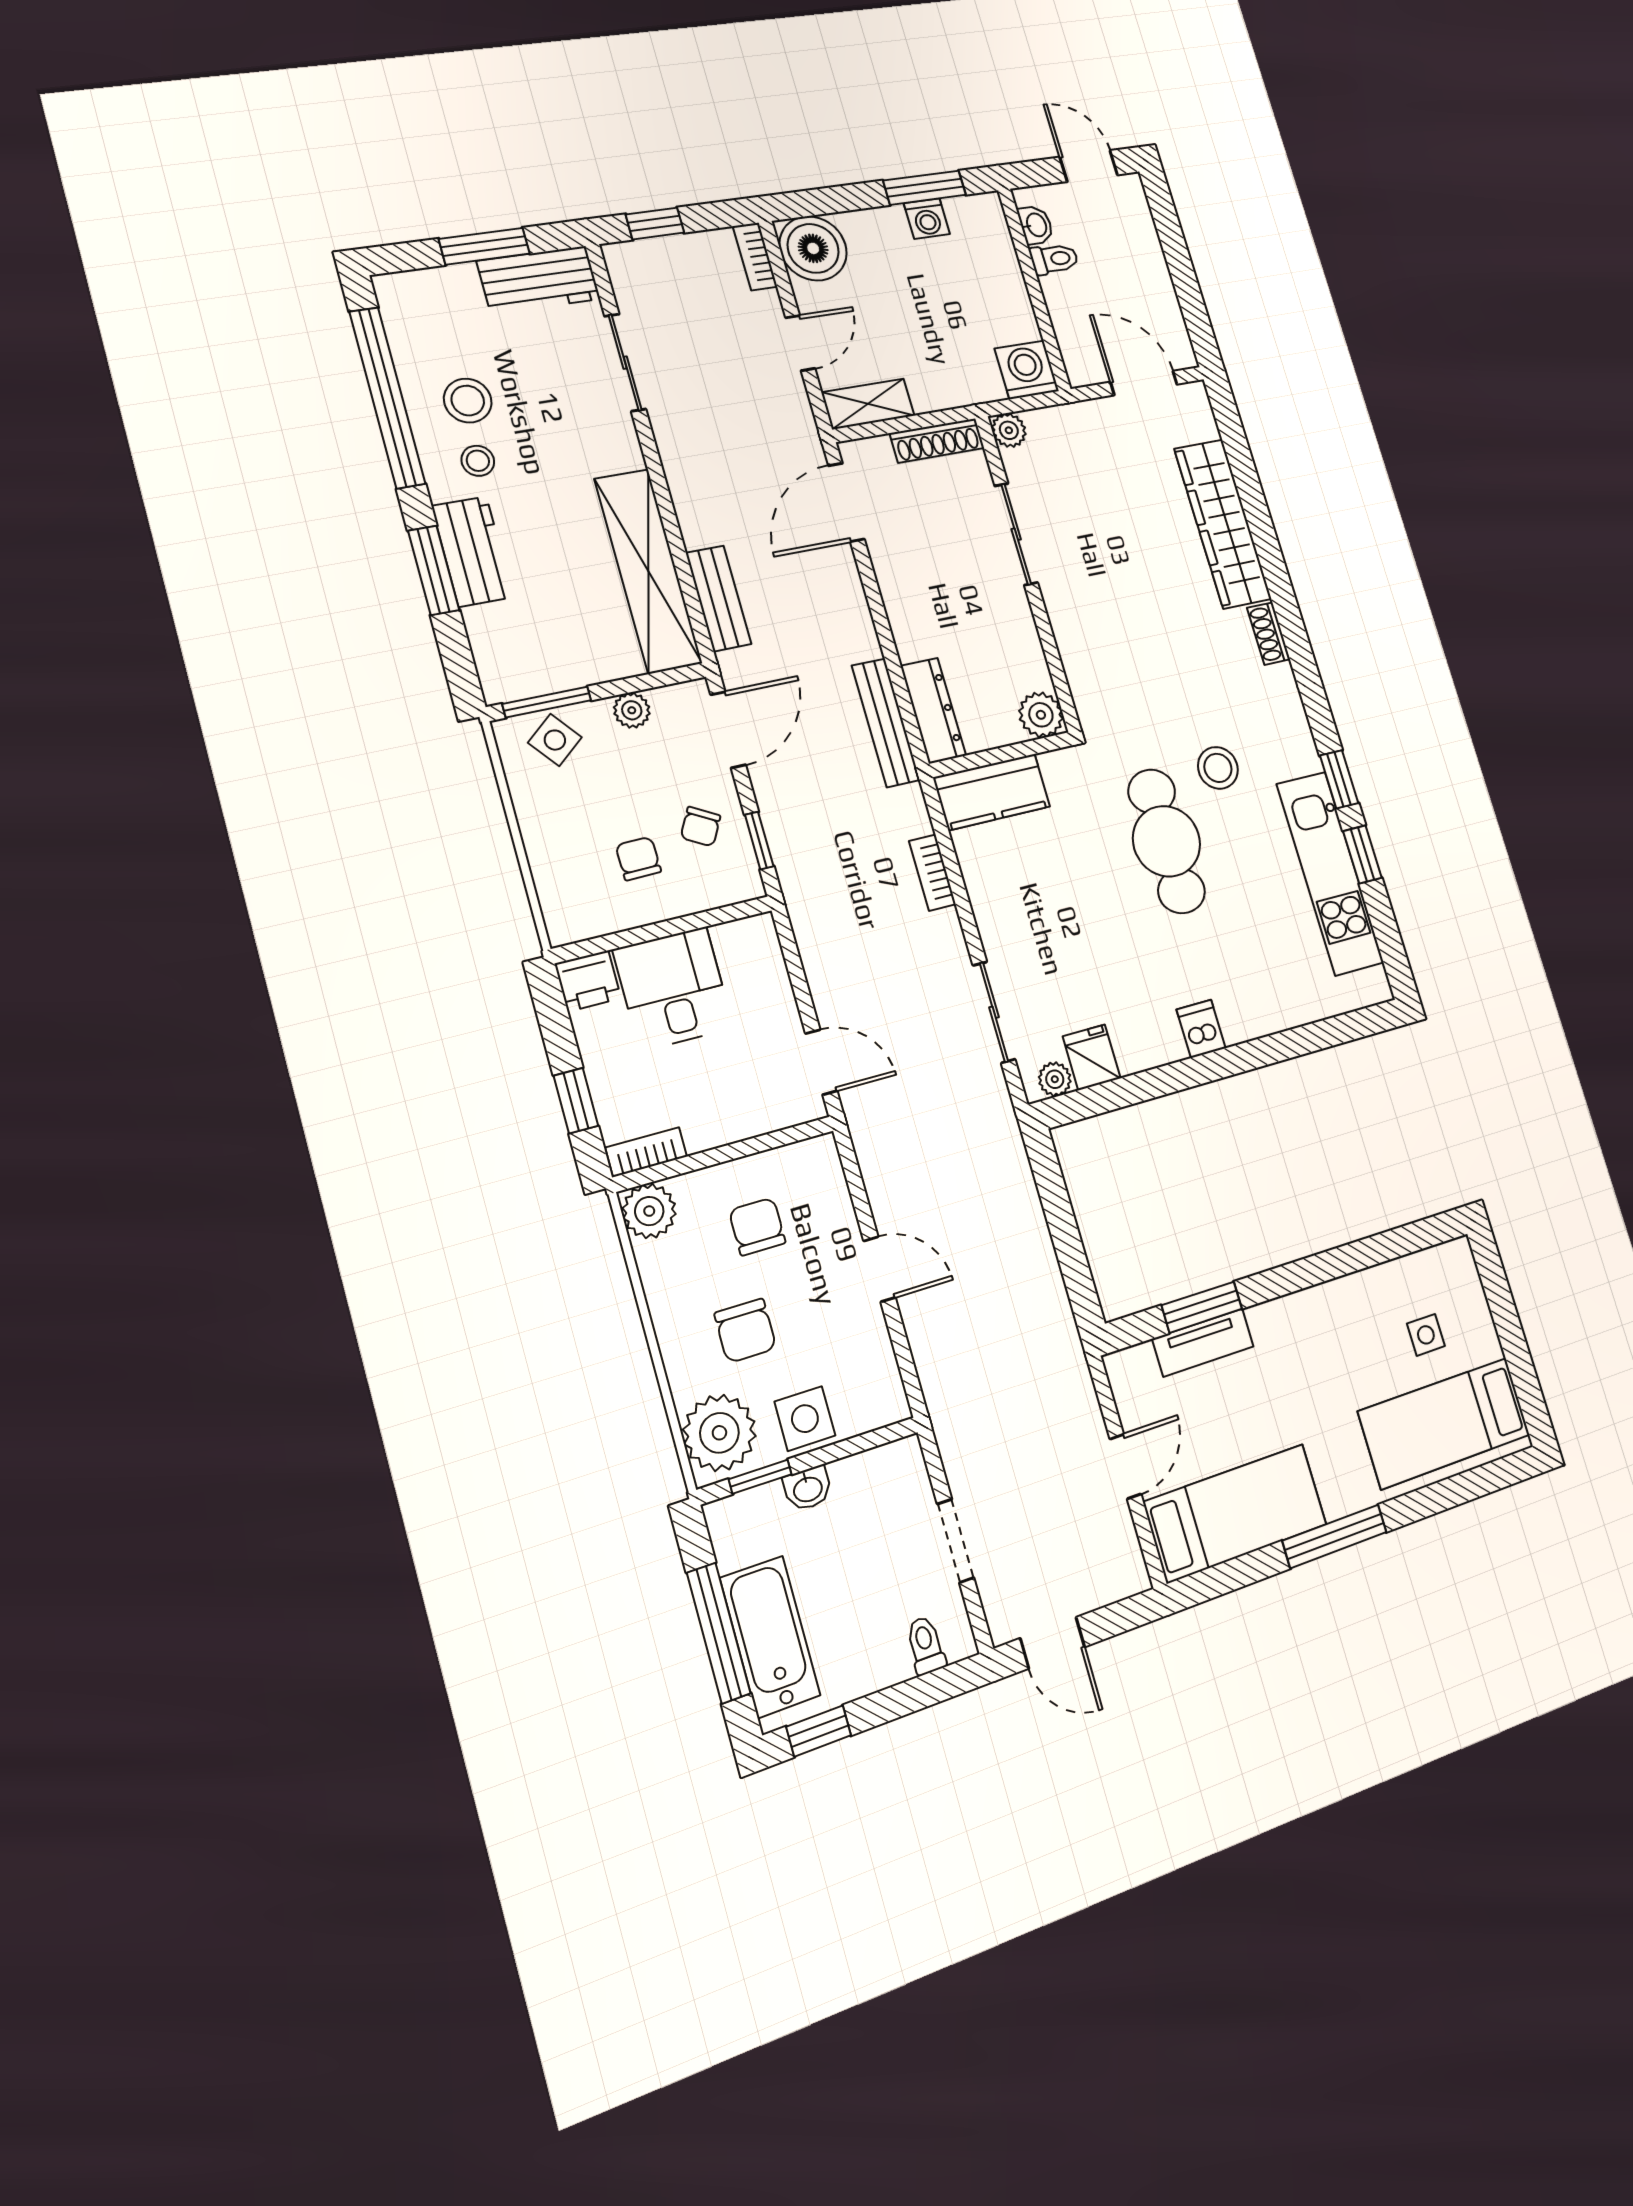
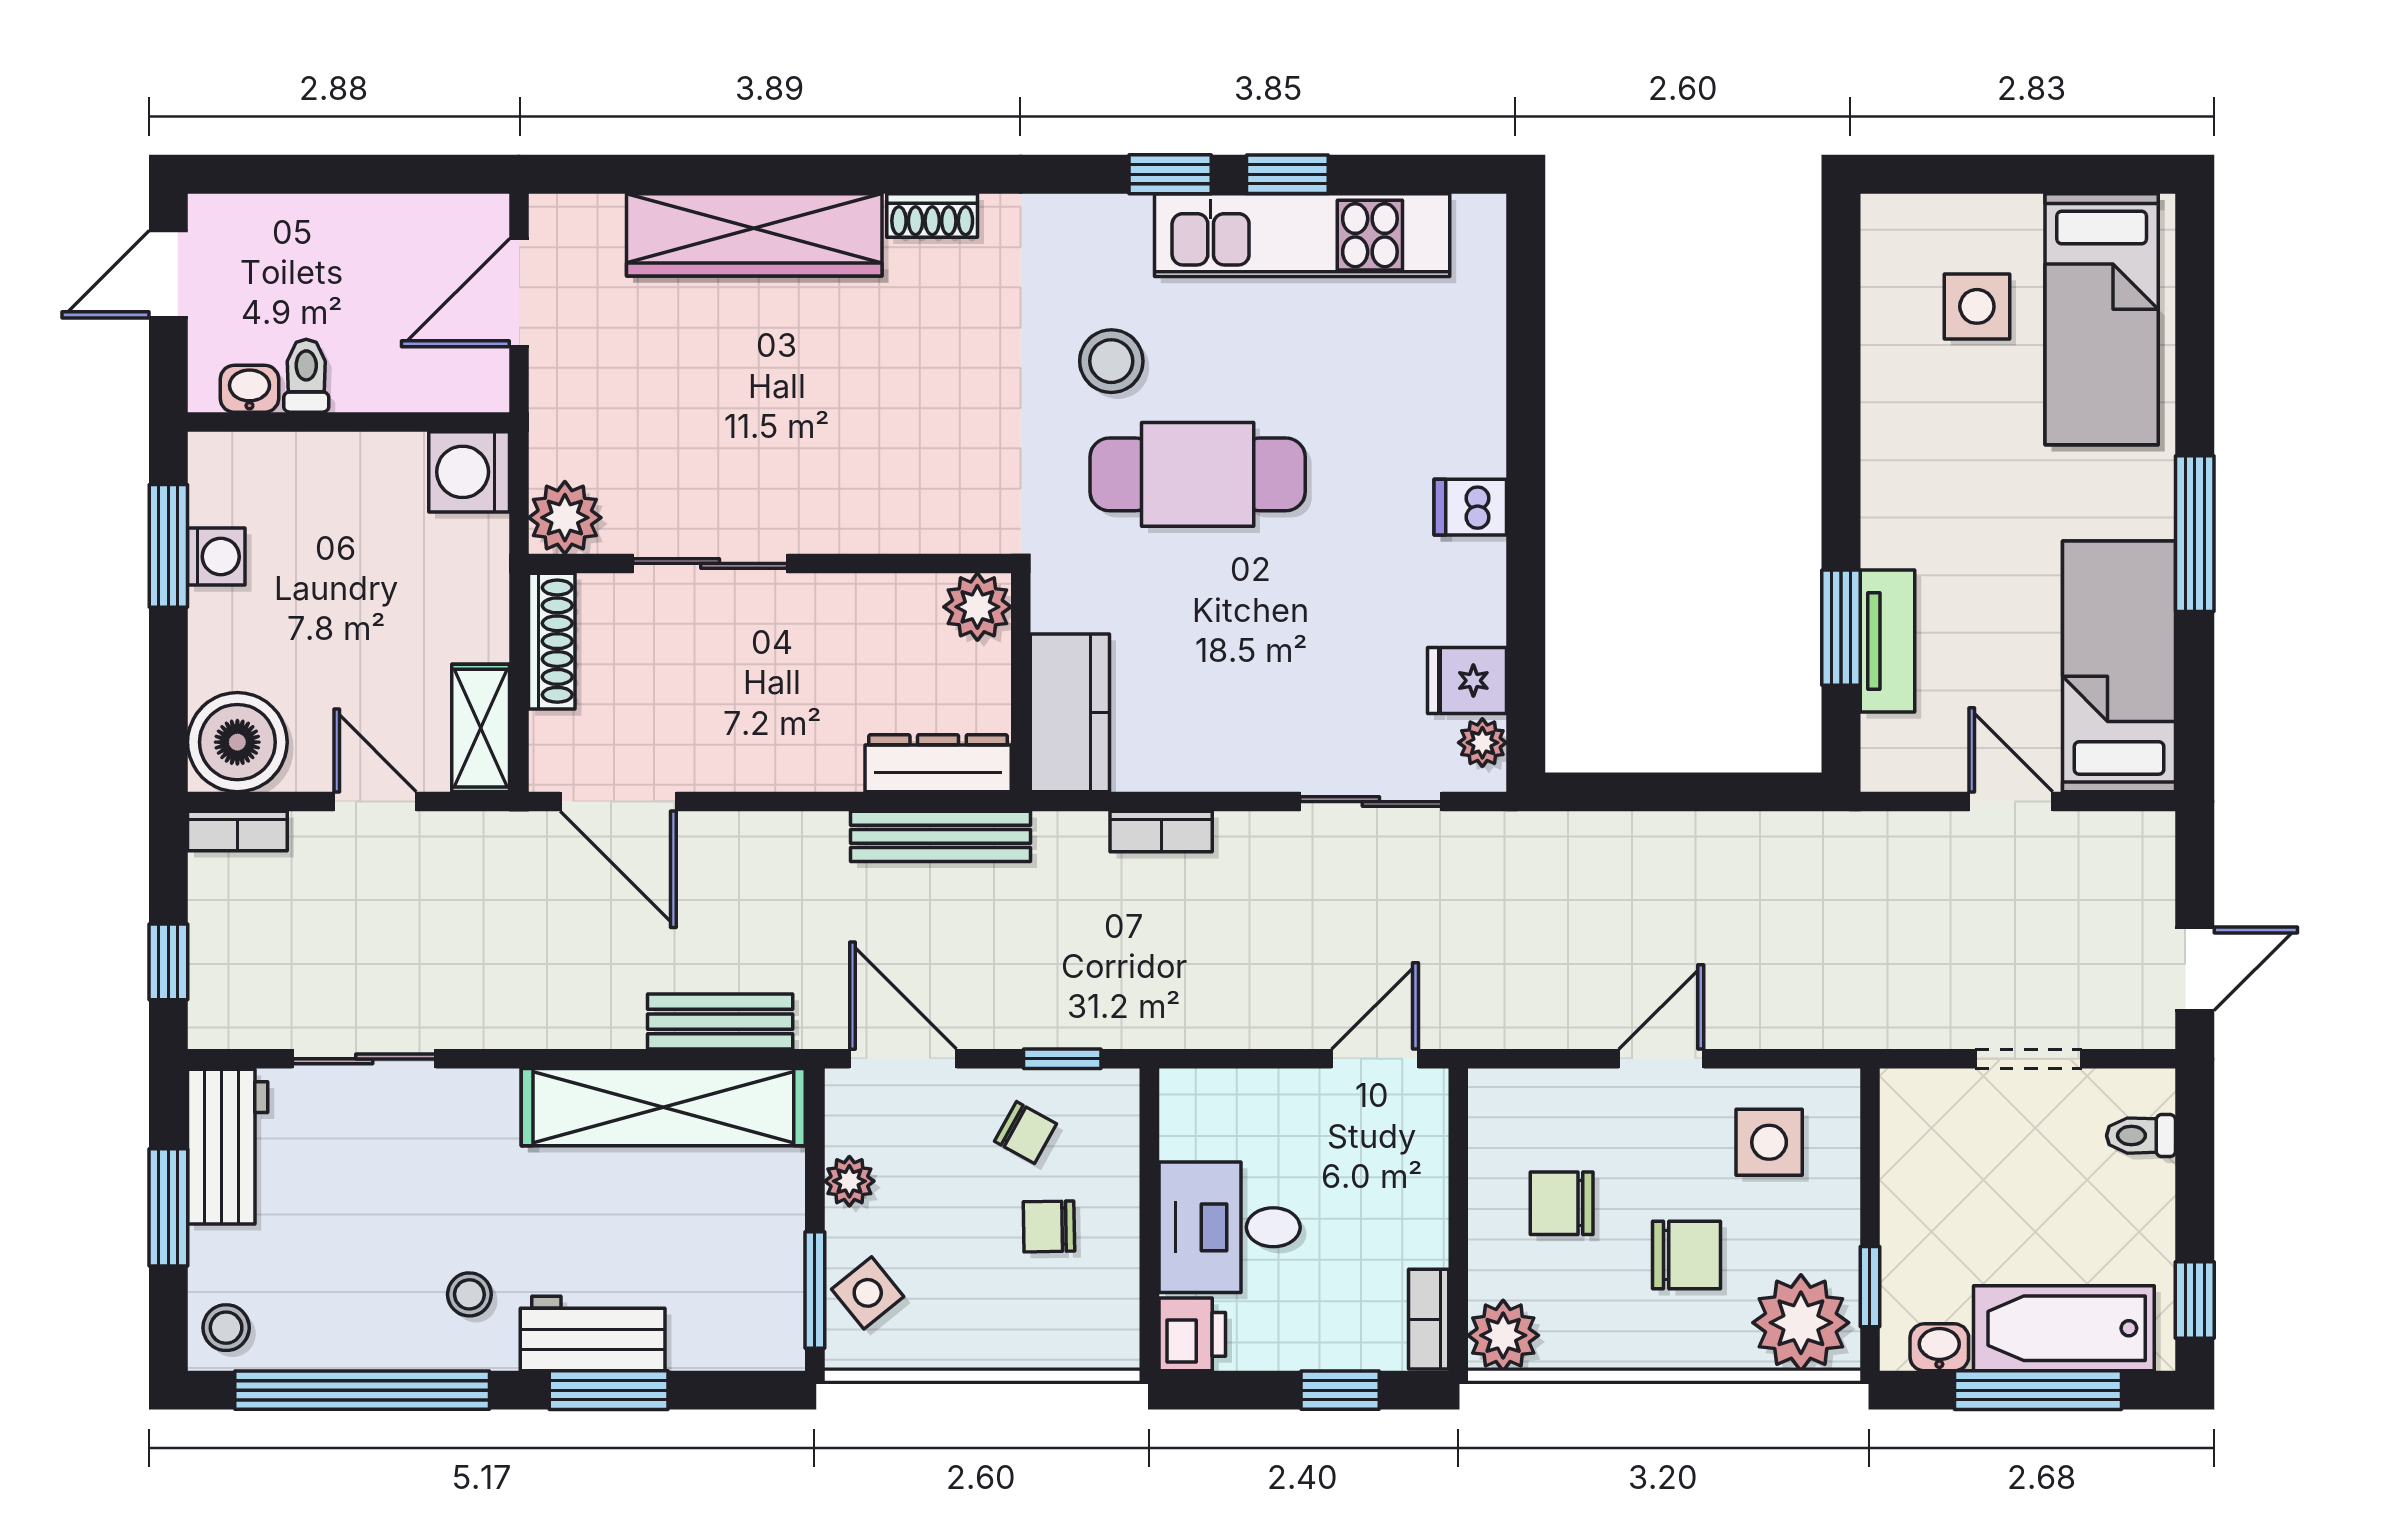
stool: (468, 401) -> (226, 1328), moved, width x0.73, depth x0.73
plant: (1009, 430) -> (565, 518), width x1.38, depth x1.38
side table: (1426, 1335) -> (1977, 306), width x1.37, depth x1.37
side table: (805, 1419) -> (1769, 1142), moved
washbasin: (808, 1488) -> (1939, 1347), moved, turned -90

